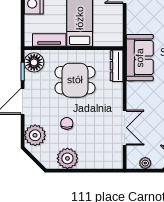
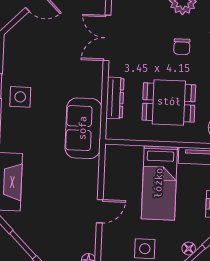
dresser: (117, 66) -> (115, 98), moved

